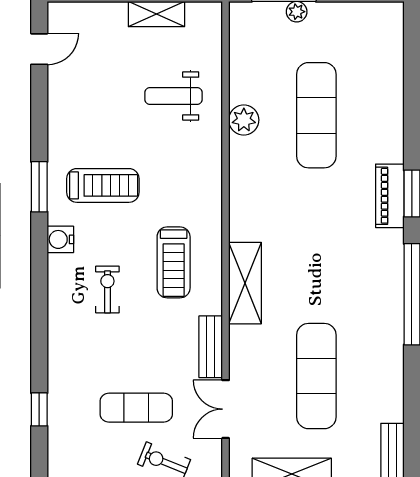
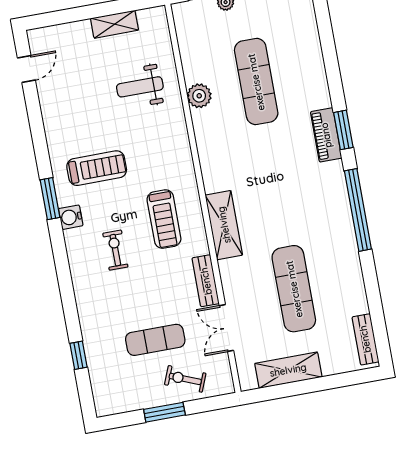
window: (39, 187) -> (50, 199), moved

